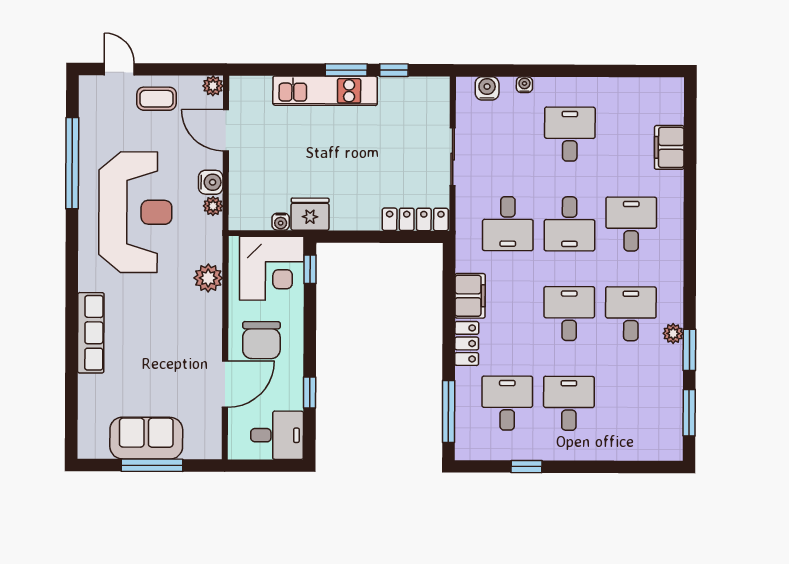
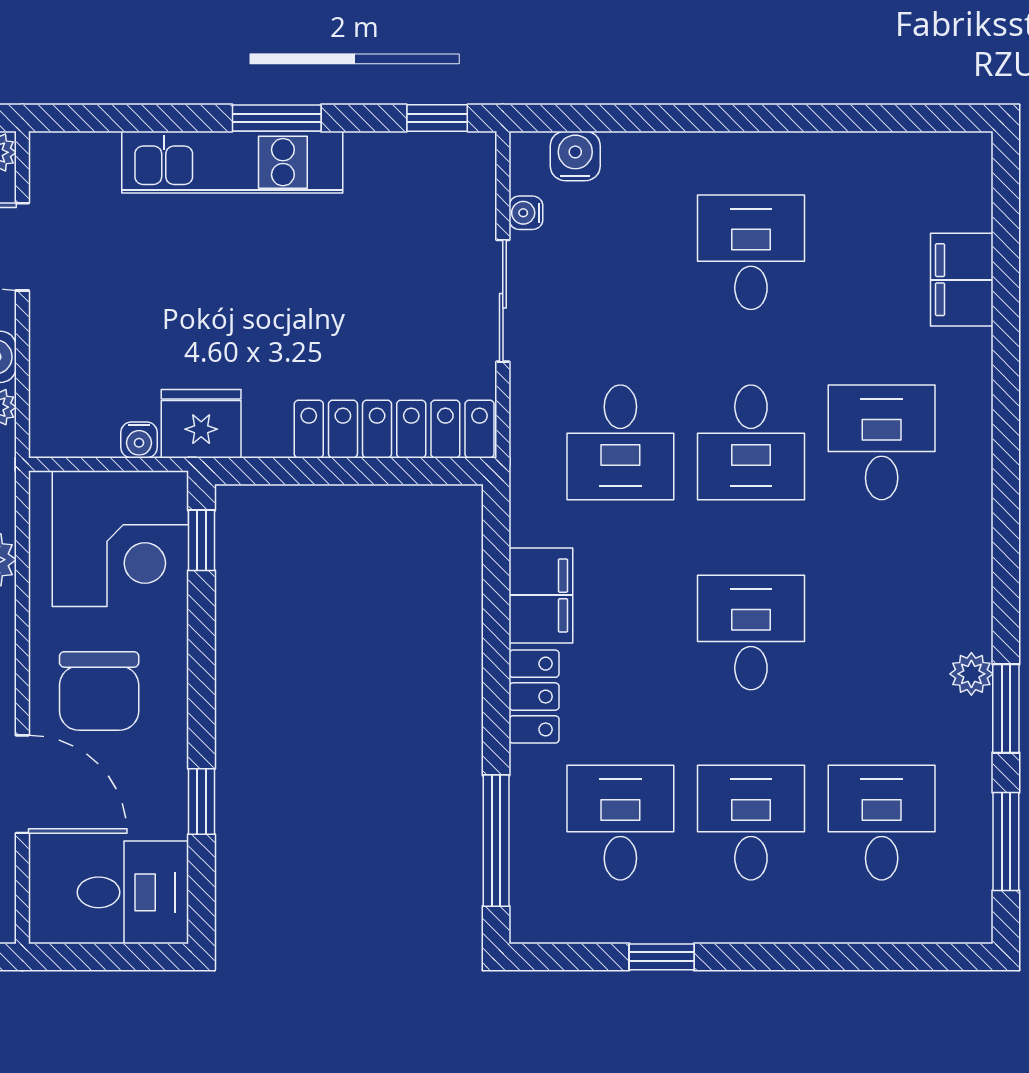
window: (394, 70) -> (437, 118), moved
water cooler: (524, 85) -> (526, 213), moved, turned -90
locker: (415, 219) -> (394, 429), width x1.41, depth x1.21
desk: (631, 314) -> (882, 823), moved
door: (225, 384) -> (22, 784), hinge flipped

